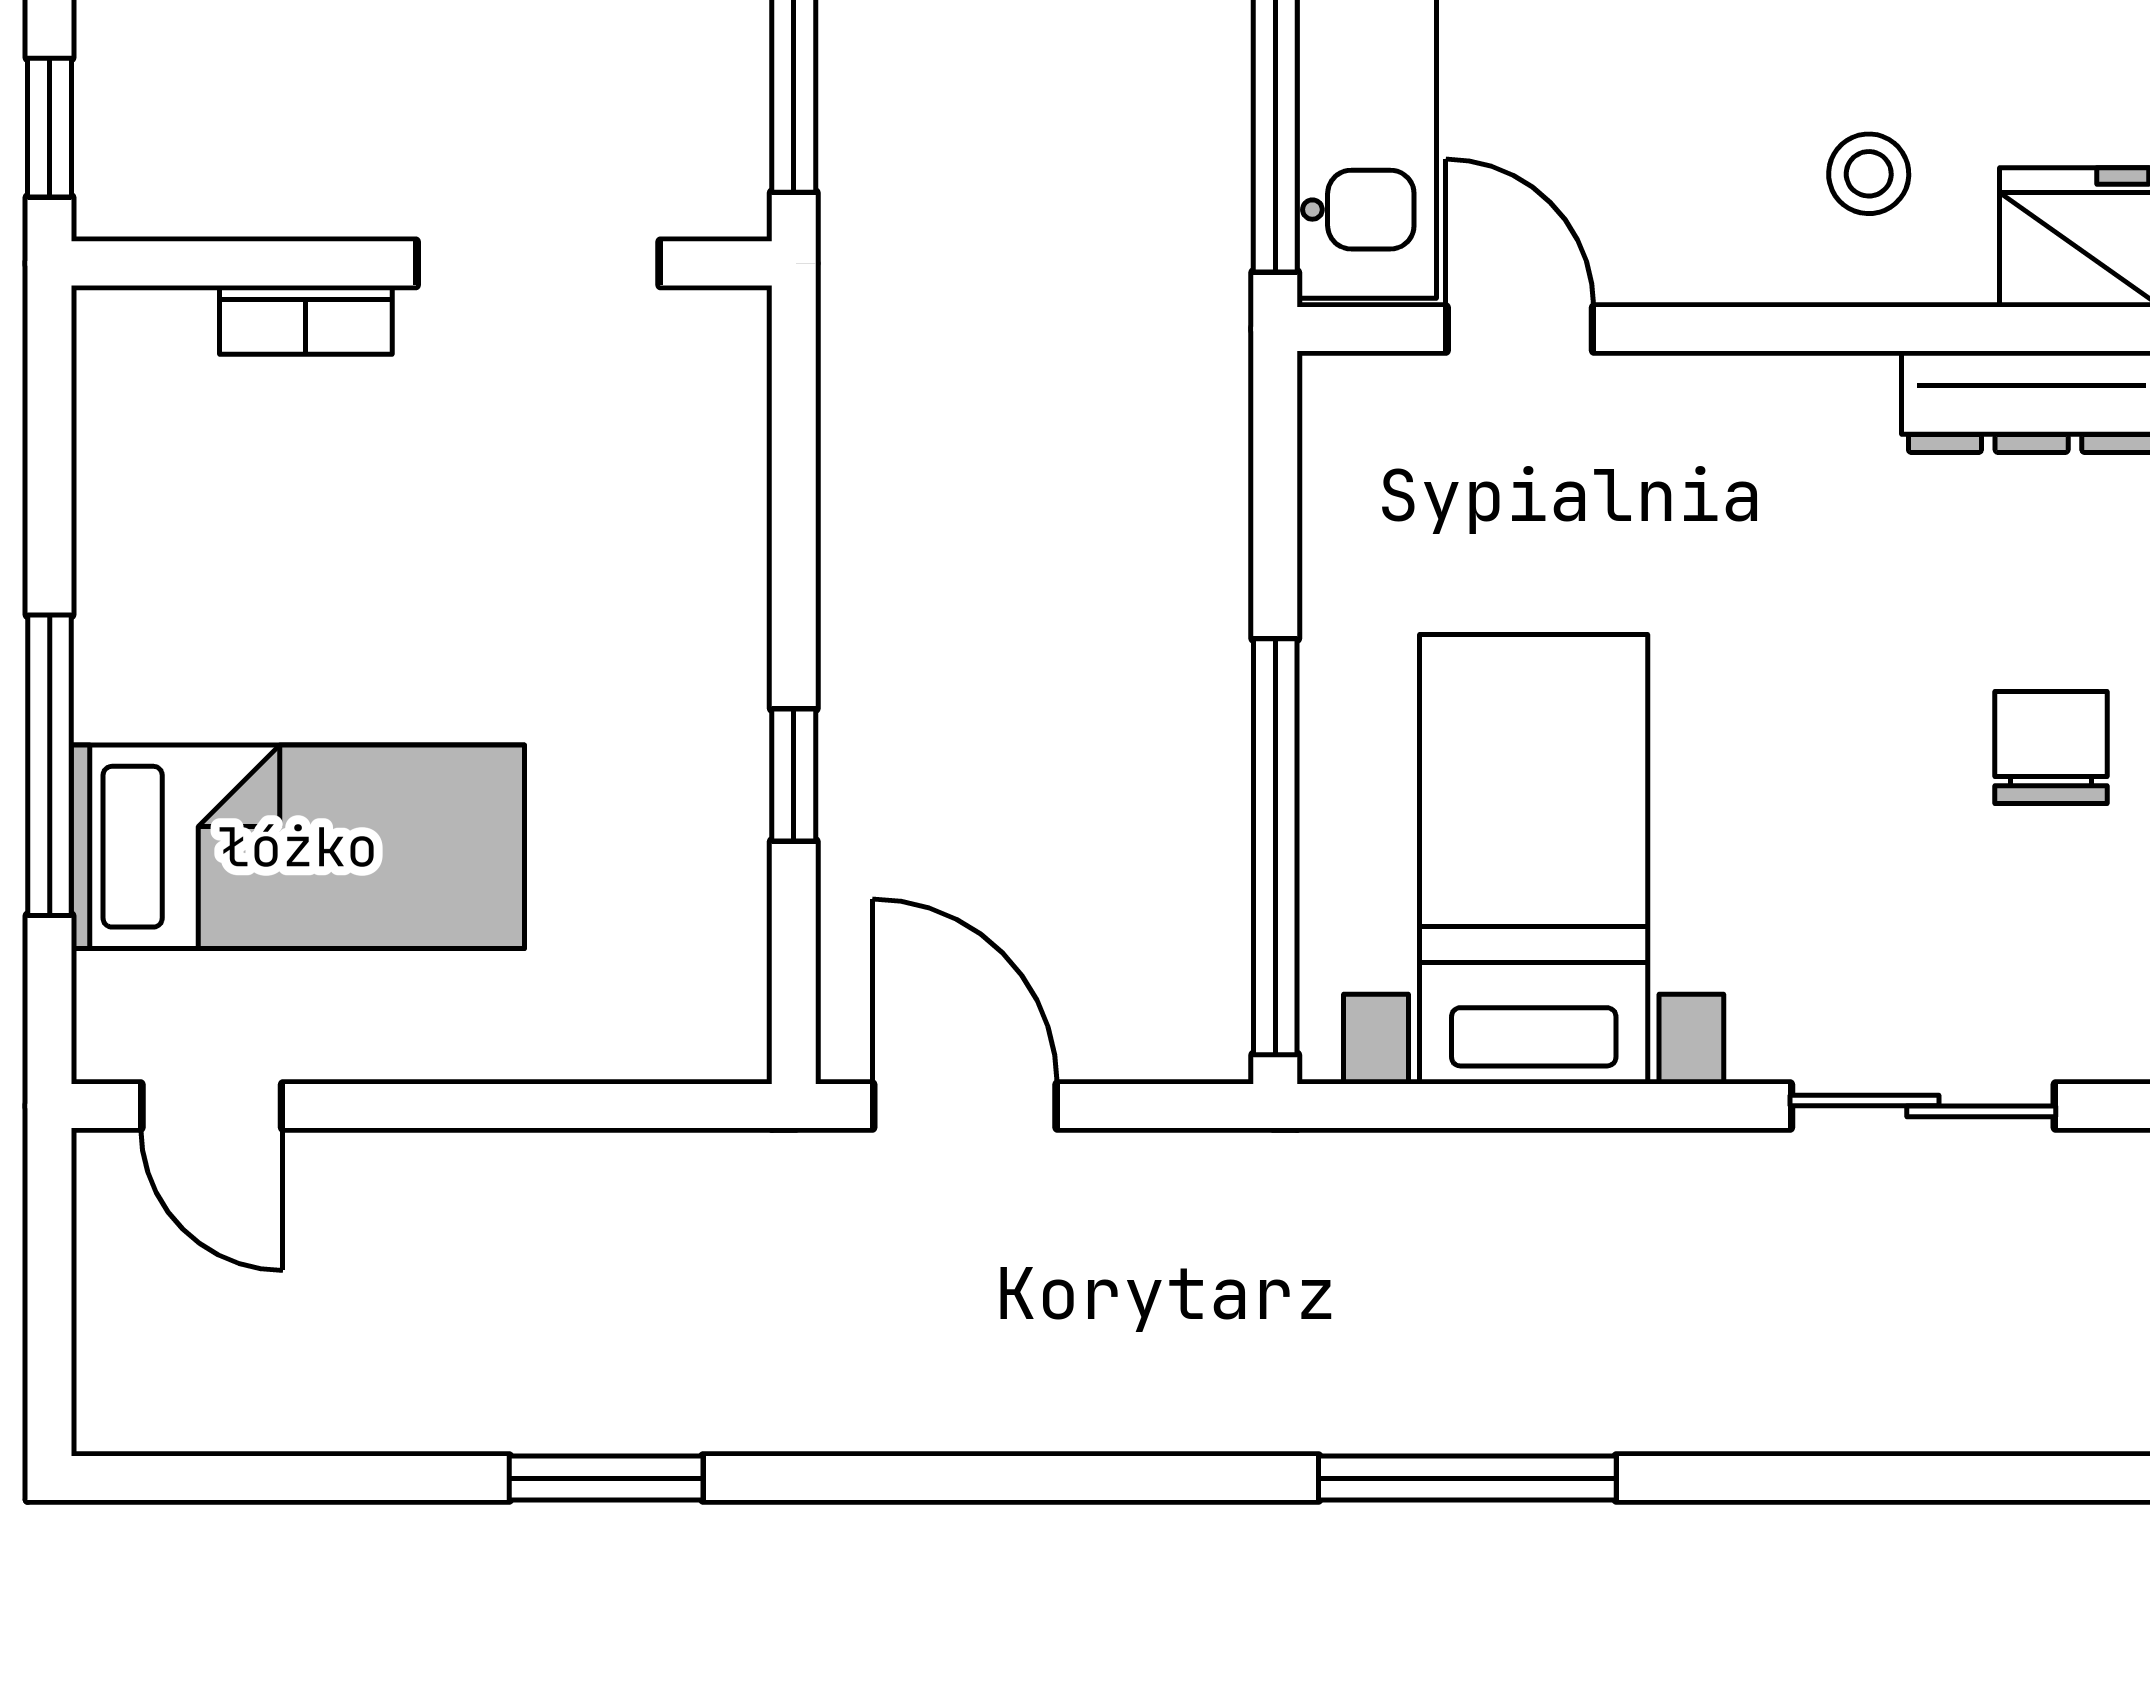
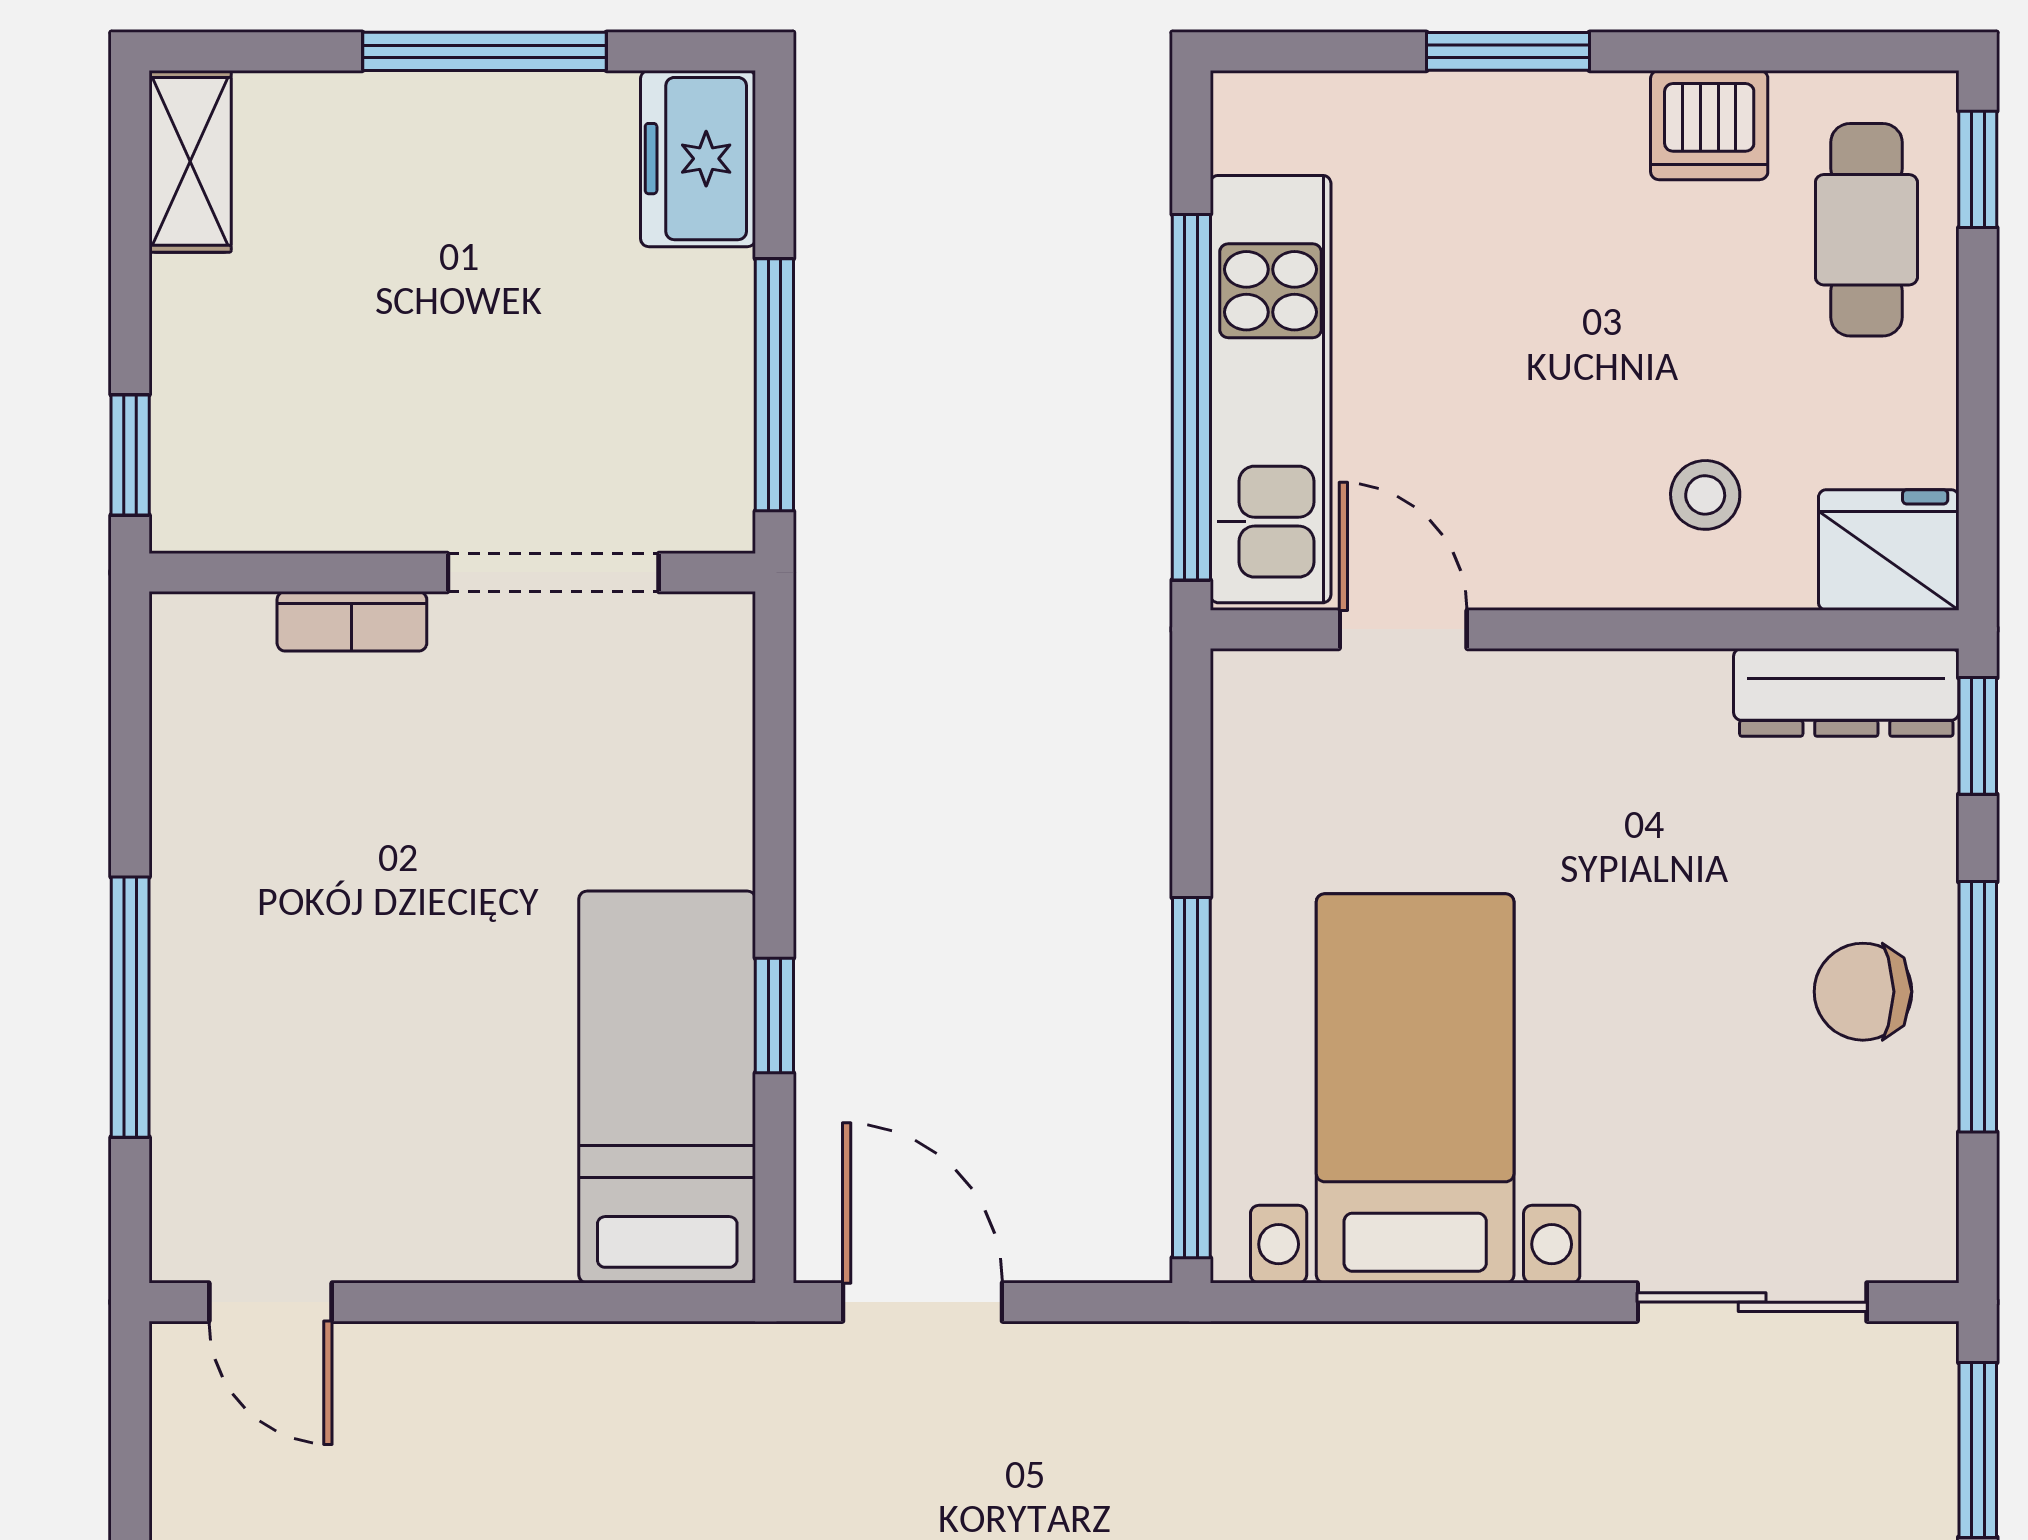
chair: (2051, 747) -> (1863, 992), turned -90
bed: (298, 847) -> (667, 1087), moved, turned -90

